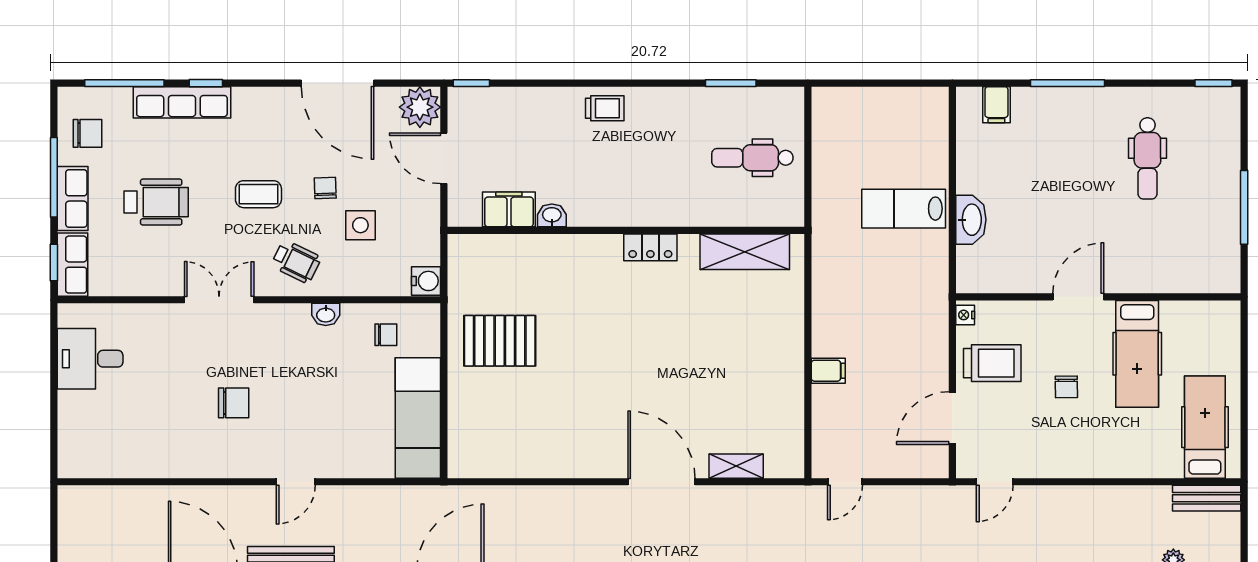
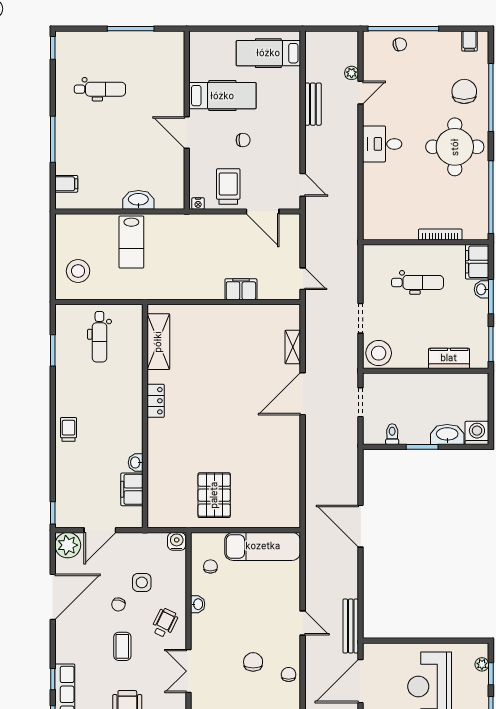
stool: (857, 123) -> (78, 271), added
chair: (325, 188) -> (118, 605), turned -73
filing cabinet: (828, 371) -> (241, 289), width x2.00
chair: (214, 459) -> (289, 674), added
bench: (1207, 498) -> (313, 104), moved

